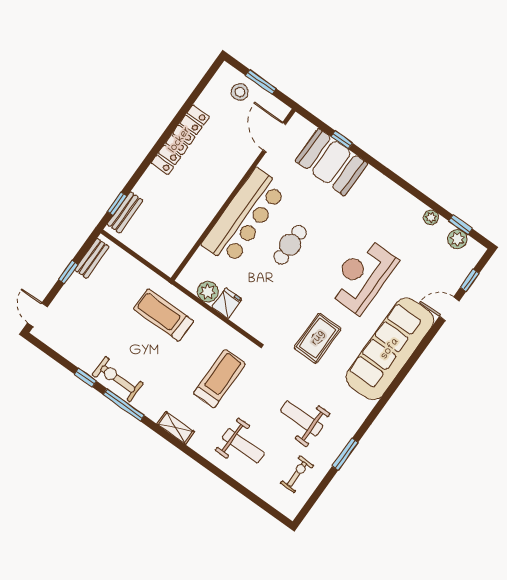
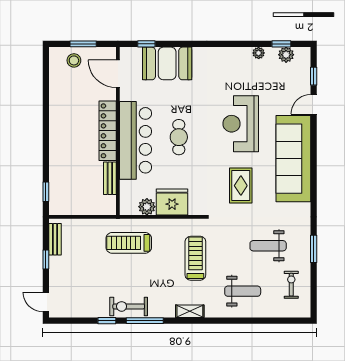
locker: (180, 140) -> (108, 131), moved, turned 180
window: (342, 140) -> (146, 44), moved
bench: (125, 212) -> (110, 178), moved
fridge: (227, 303) -> (172, 202), width x1.88, depth x1.34

